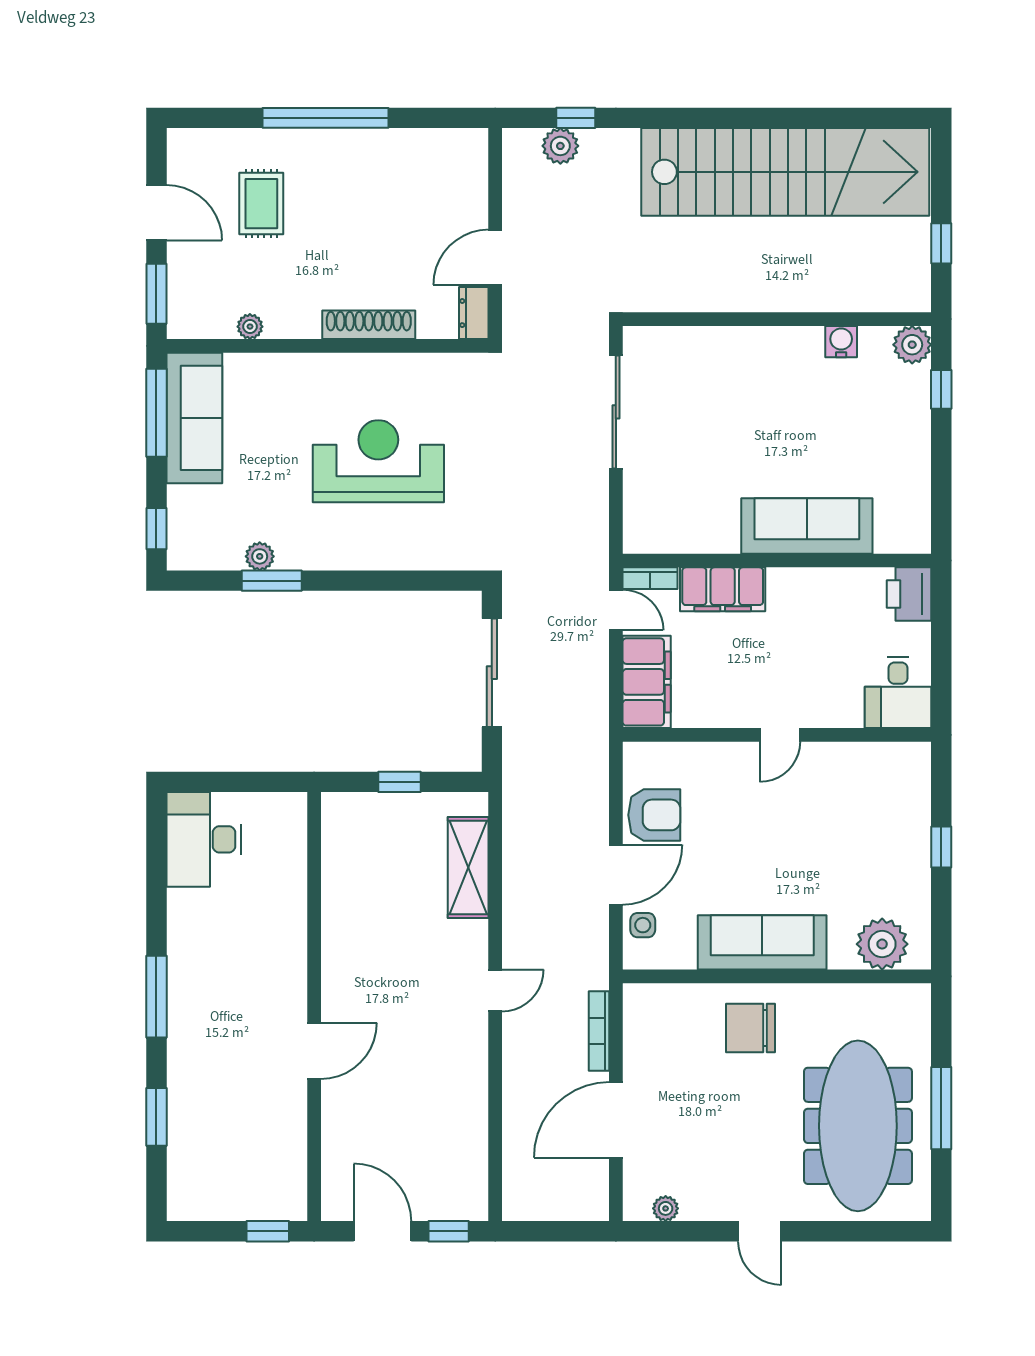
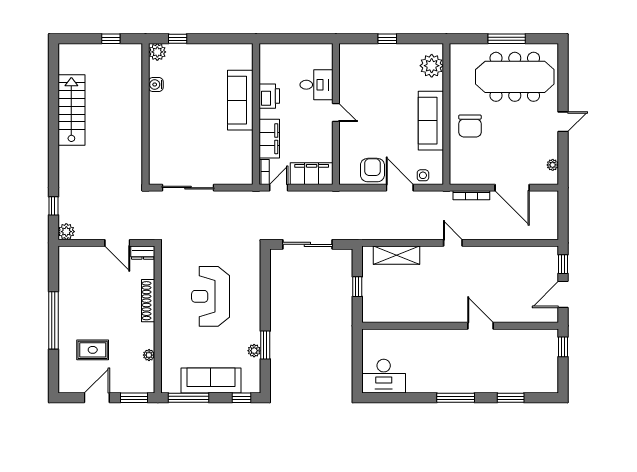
plant: (560, 146) -> (66, 232), moved
stairs: (785, 172) -> (71, 110), width x0.54, depth x0.66
sofa: (194, 418) -> (211, 381), moved
printer: (909, 594) -> (269, 96), moved, turned -90
desk: (898, 692) -> (316, 85), moved

